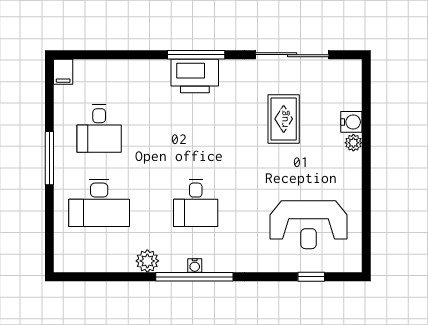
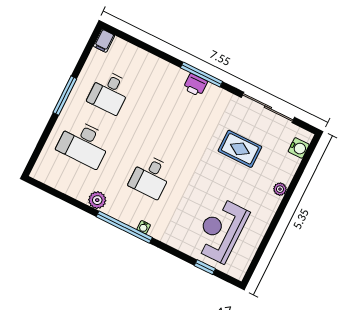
printer: (195, 76) -> (195, 85), width x0.53, depth x0.68
rug: (284, 119) -> (240, 149), turned 90
water cooler: (351, 122) -> (299, 148), moved
reception desk: (309, 225) -> (221, 230), turned 90
water cooler: (195, 266) -> (144, 227), moved

